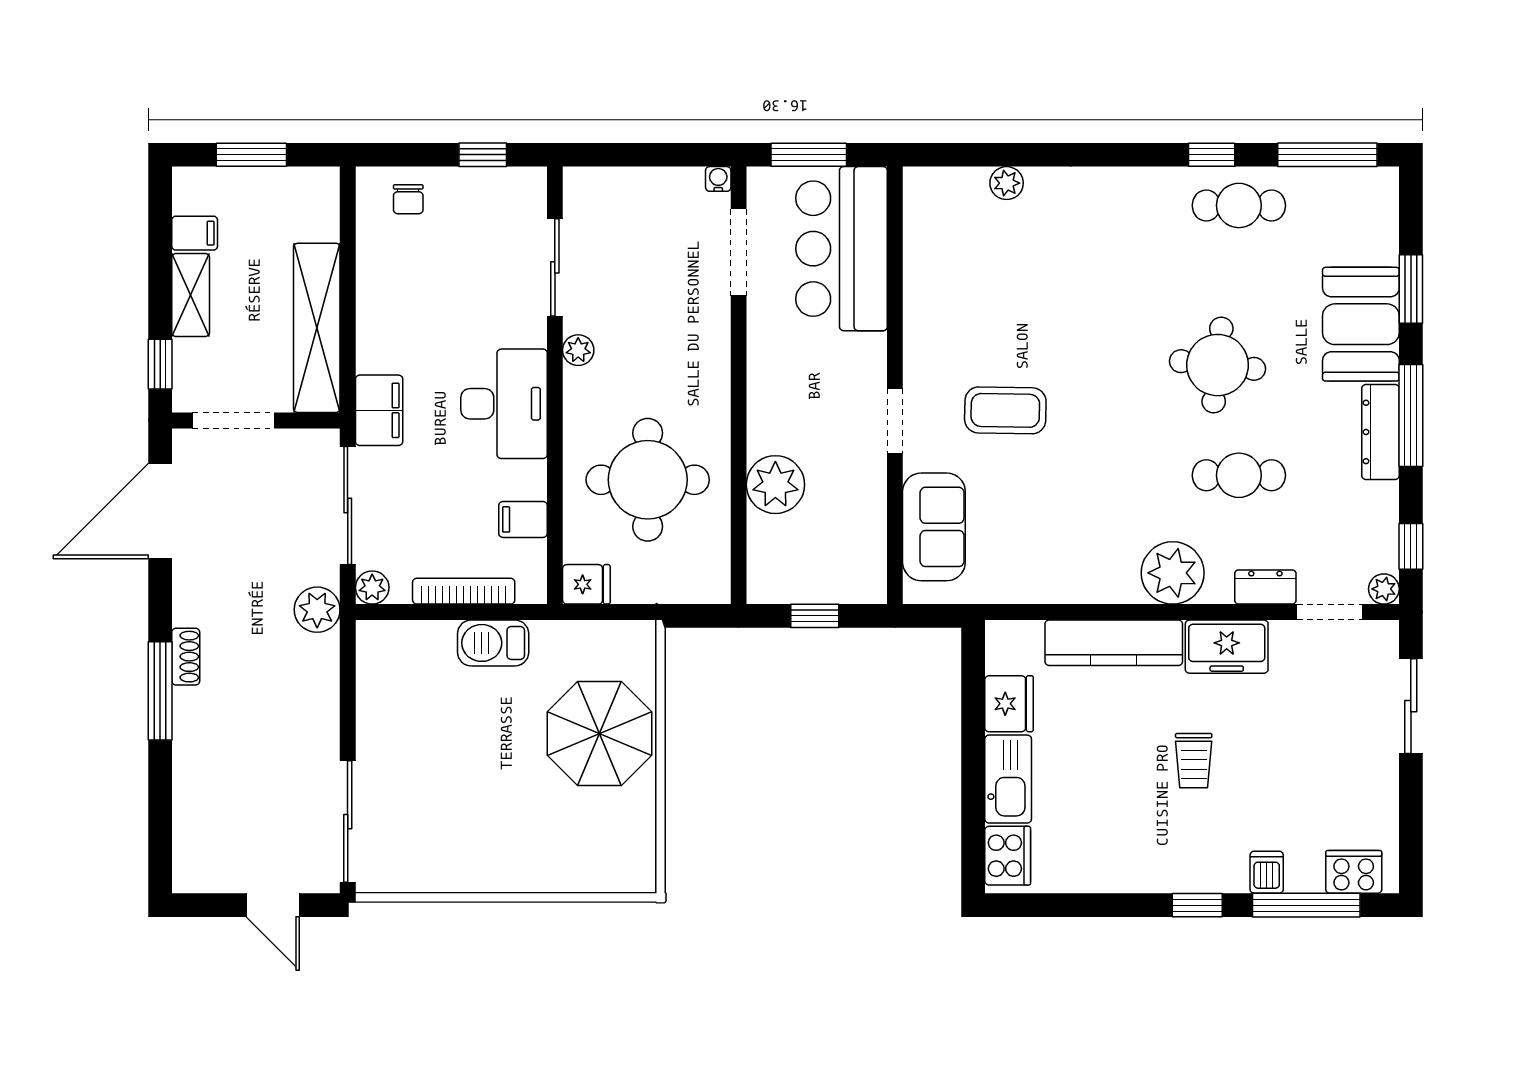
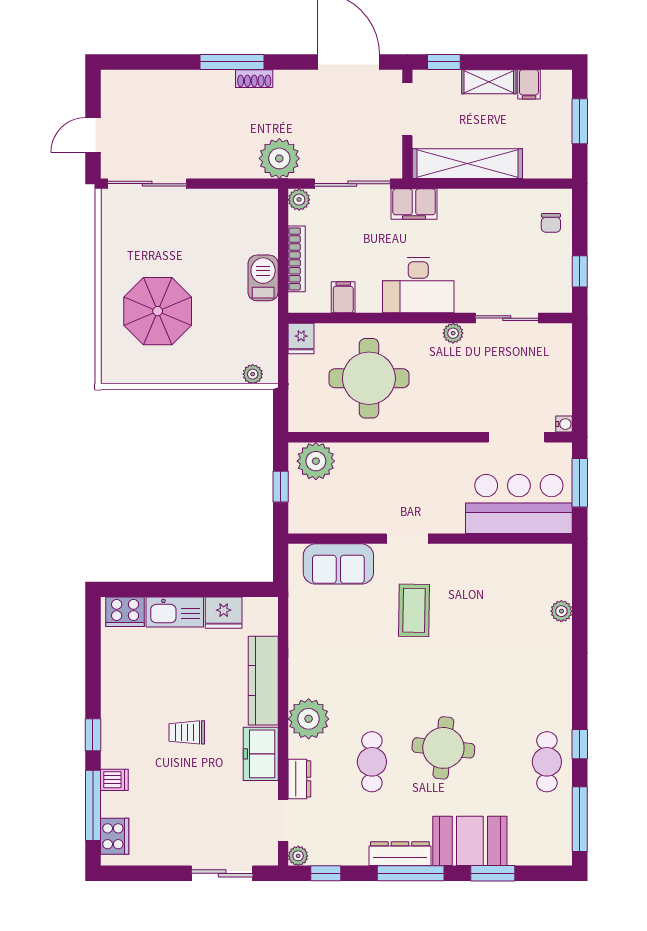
chair: (408, 199) -> (551, 223), turned -90
plant: (775, 485) -> (316, 461), moved
plant: (317, 610) -> (279, 158), width x1.36, depth x1.36
plant: (641, 659) -> (253, 374), added
parasol: (600, 734) -> (158, 311), moved

